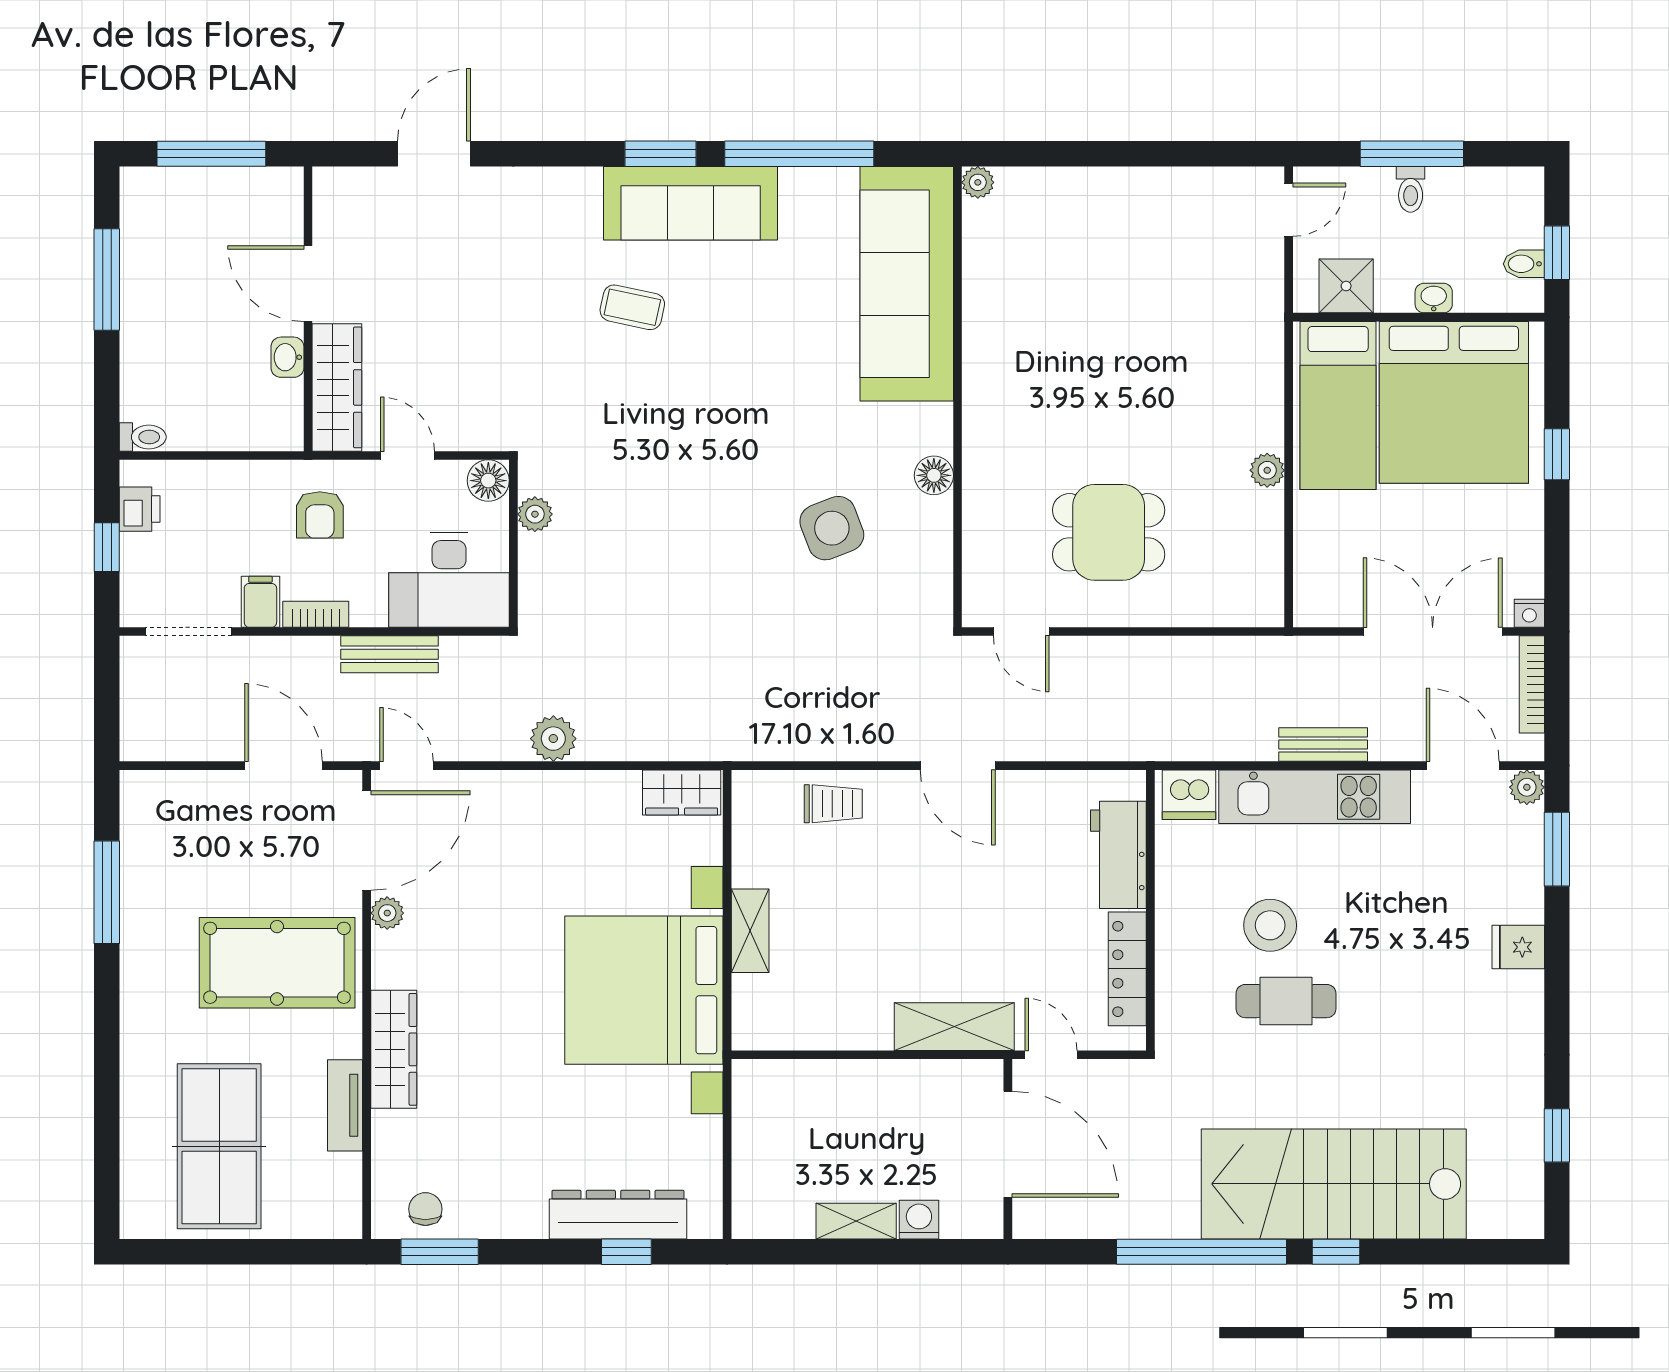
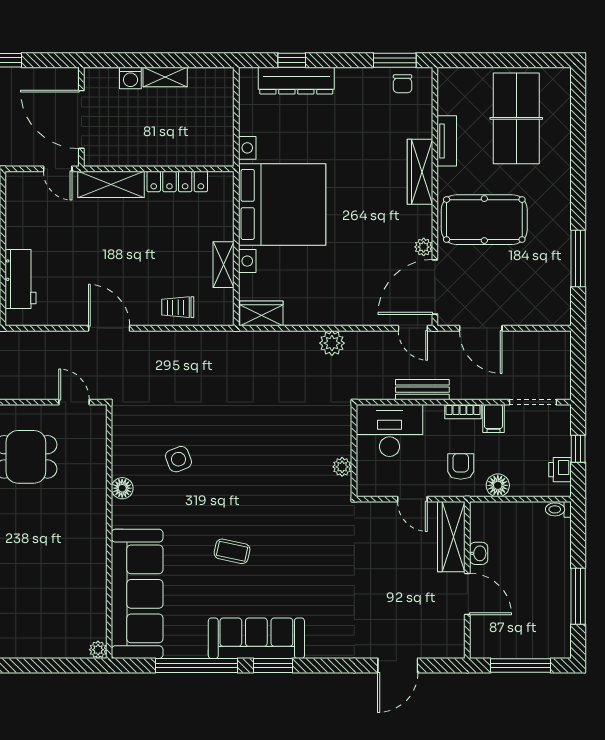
coffee table: (632, 307) -> (232, 551), moved
floor lamp: (488, 481) -> (498, 485), moved
side table: (832, 528) -> (178, 459), width x0.73, depth x0.73
shelving: (750, 931) -> (224, 265), moved
locker: (1127, 969) -> (177, 182), moved, turned 90

